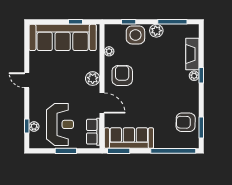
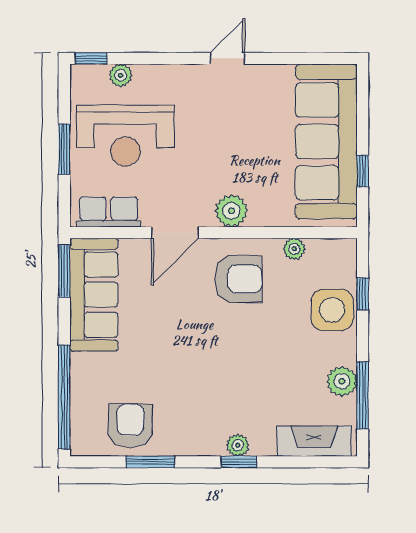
plant: (156, 31) -> (342, 381), moved
fireplace: (192, 54) -> (314, 441), moved
window: (27, 126) -> (91, 58), moved
window: (201, 128) -> (150, 462), moved

